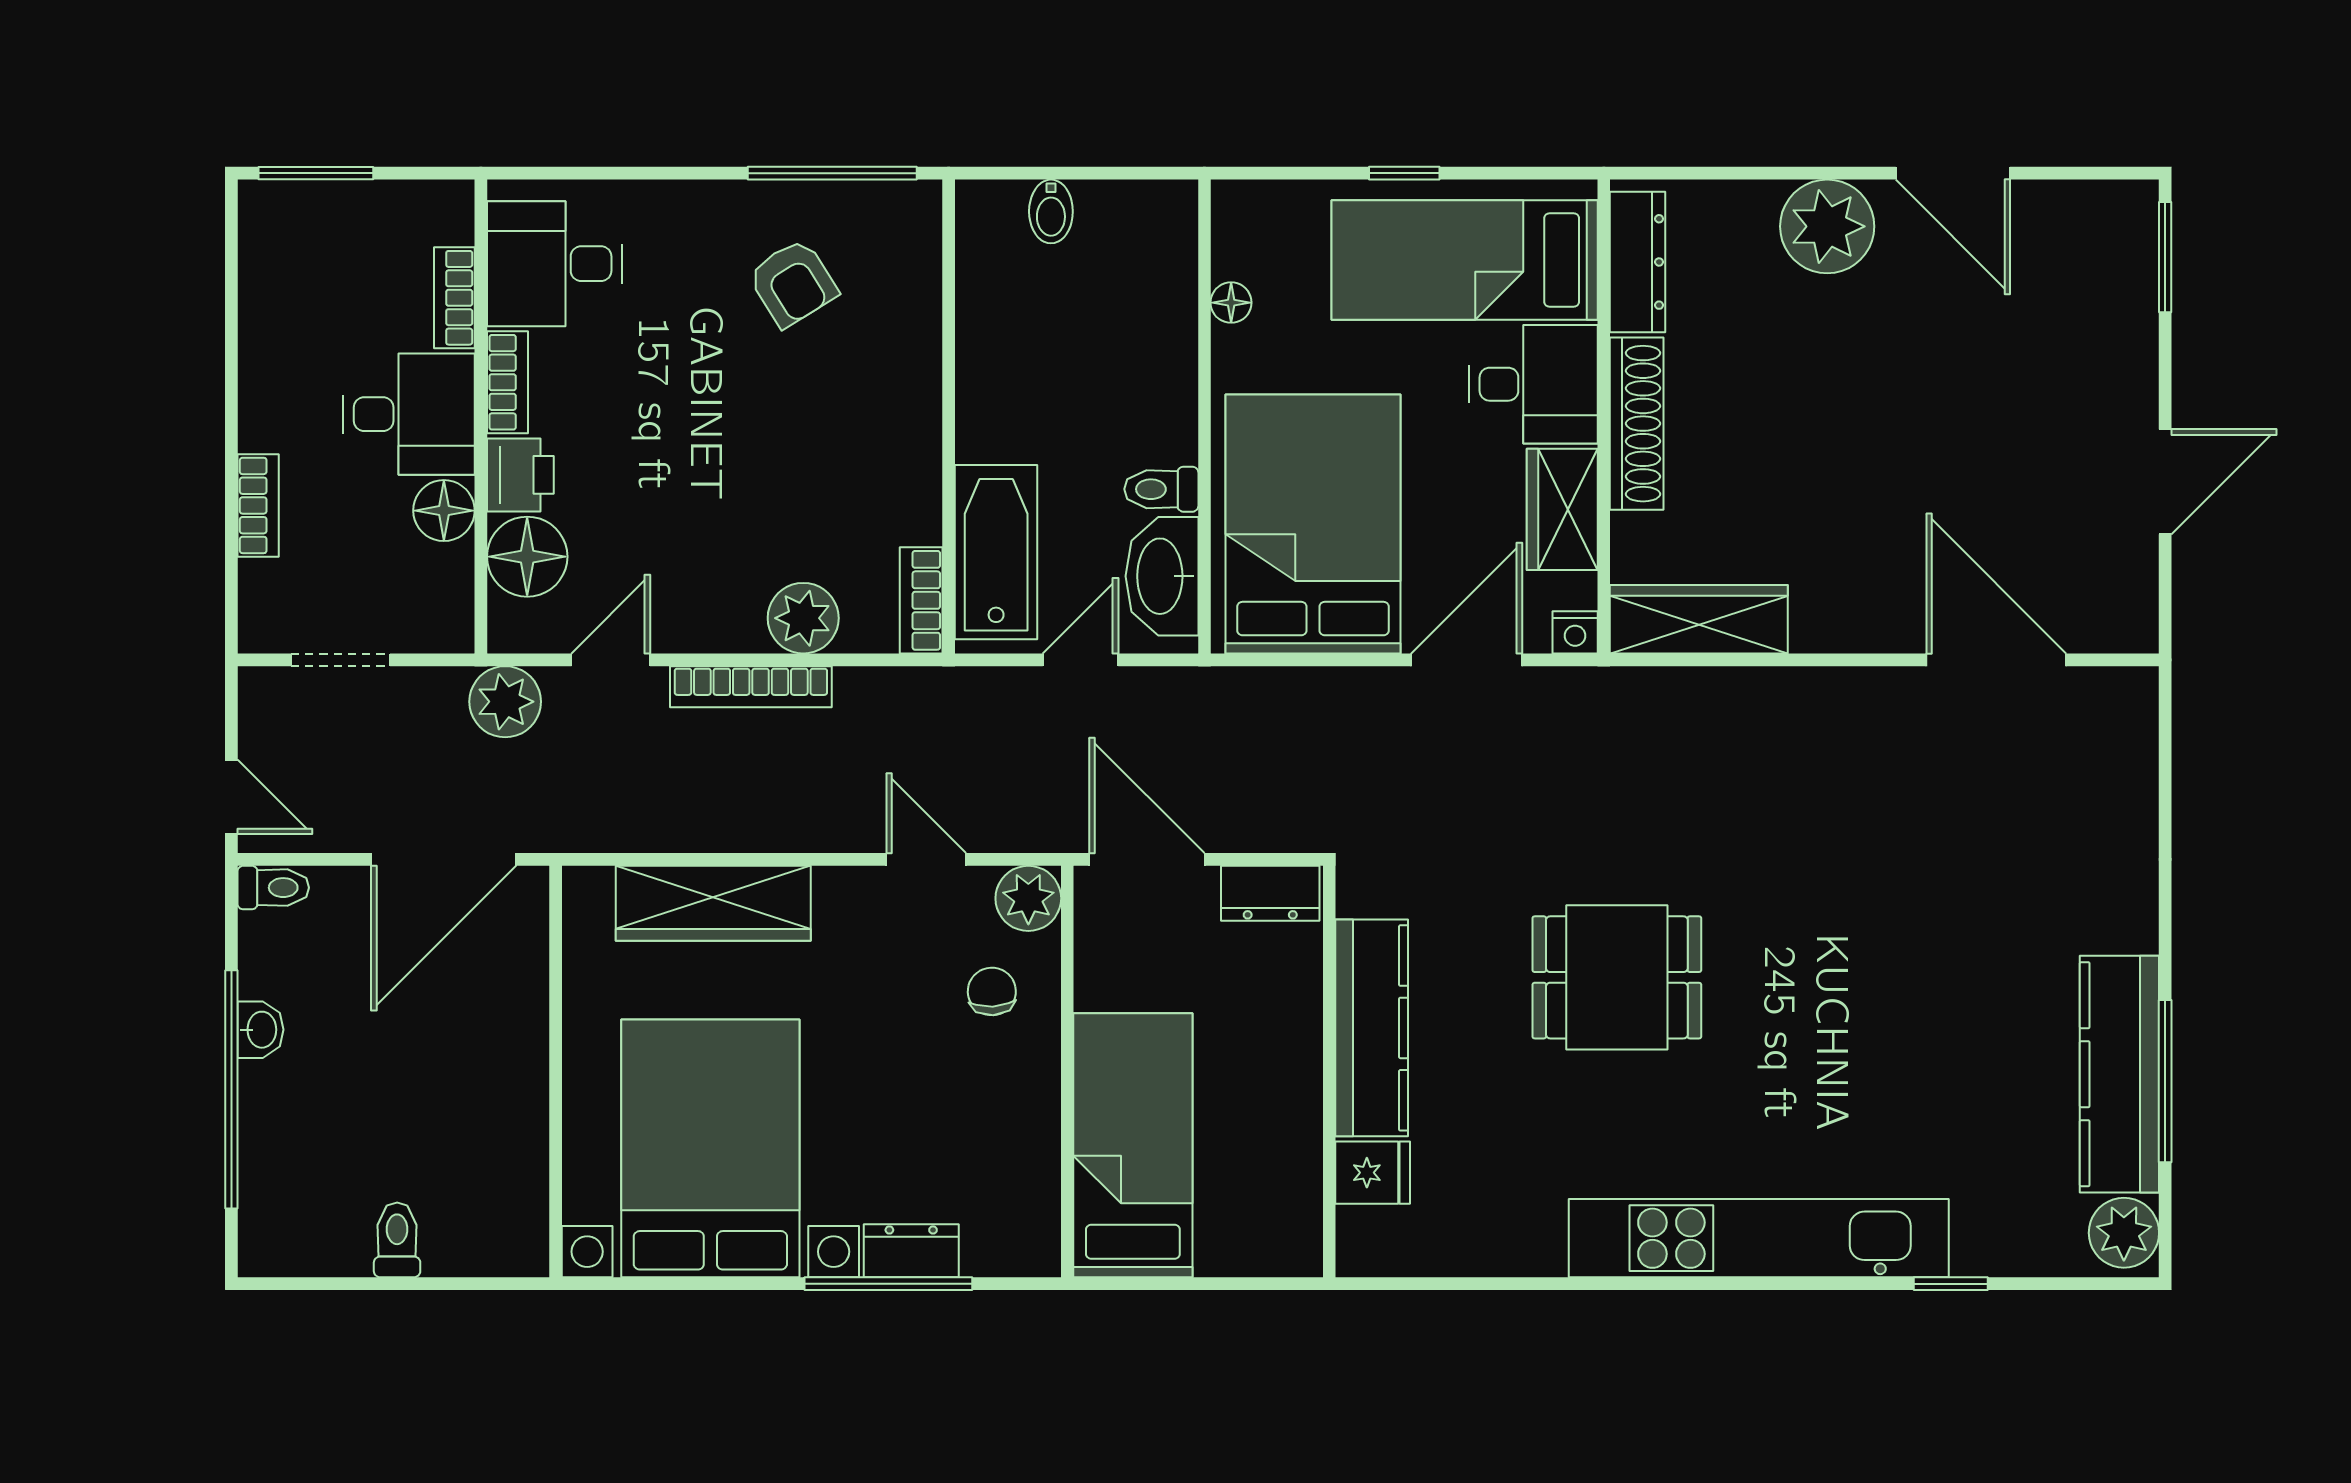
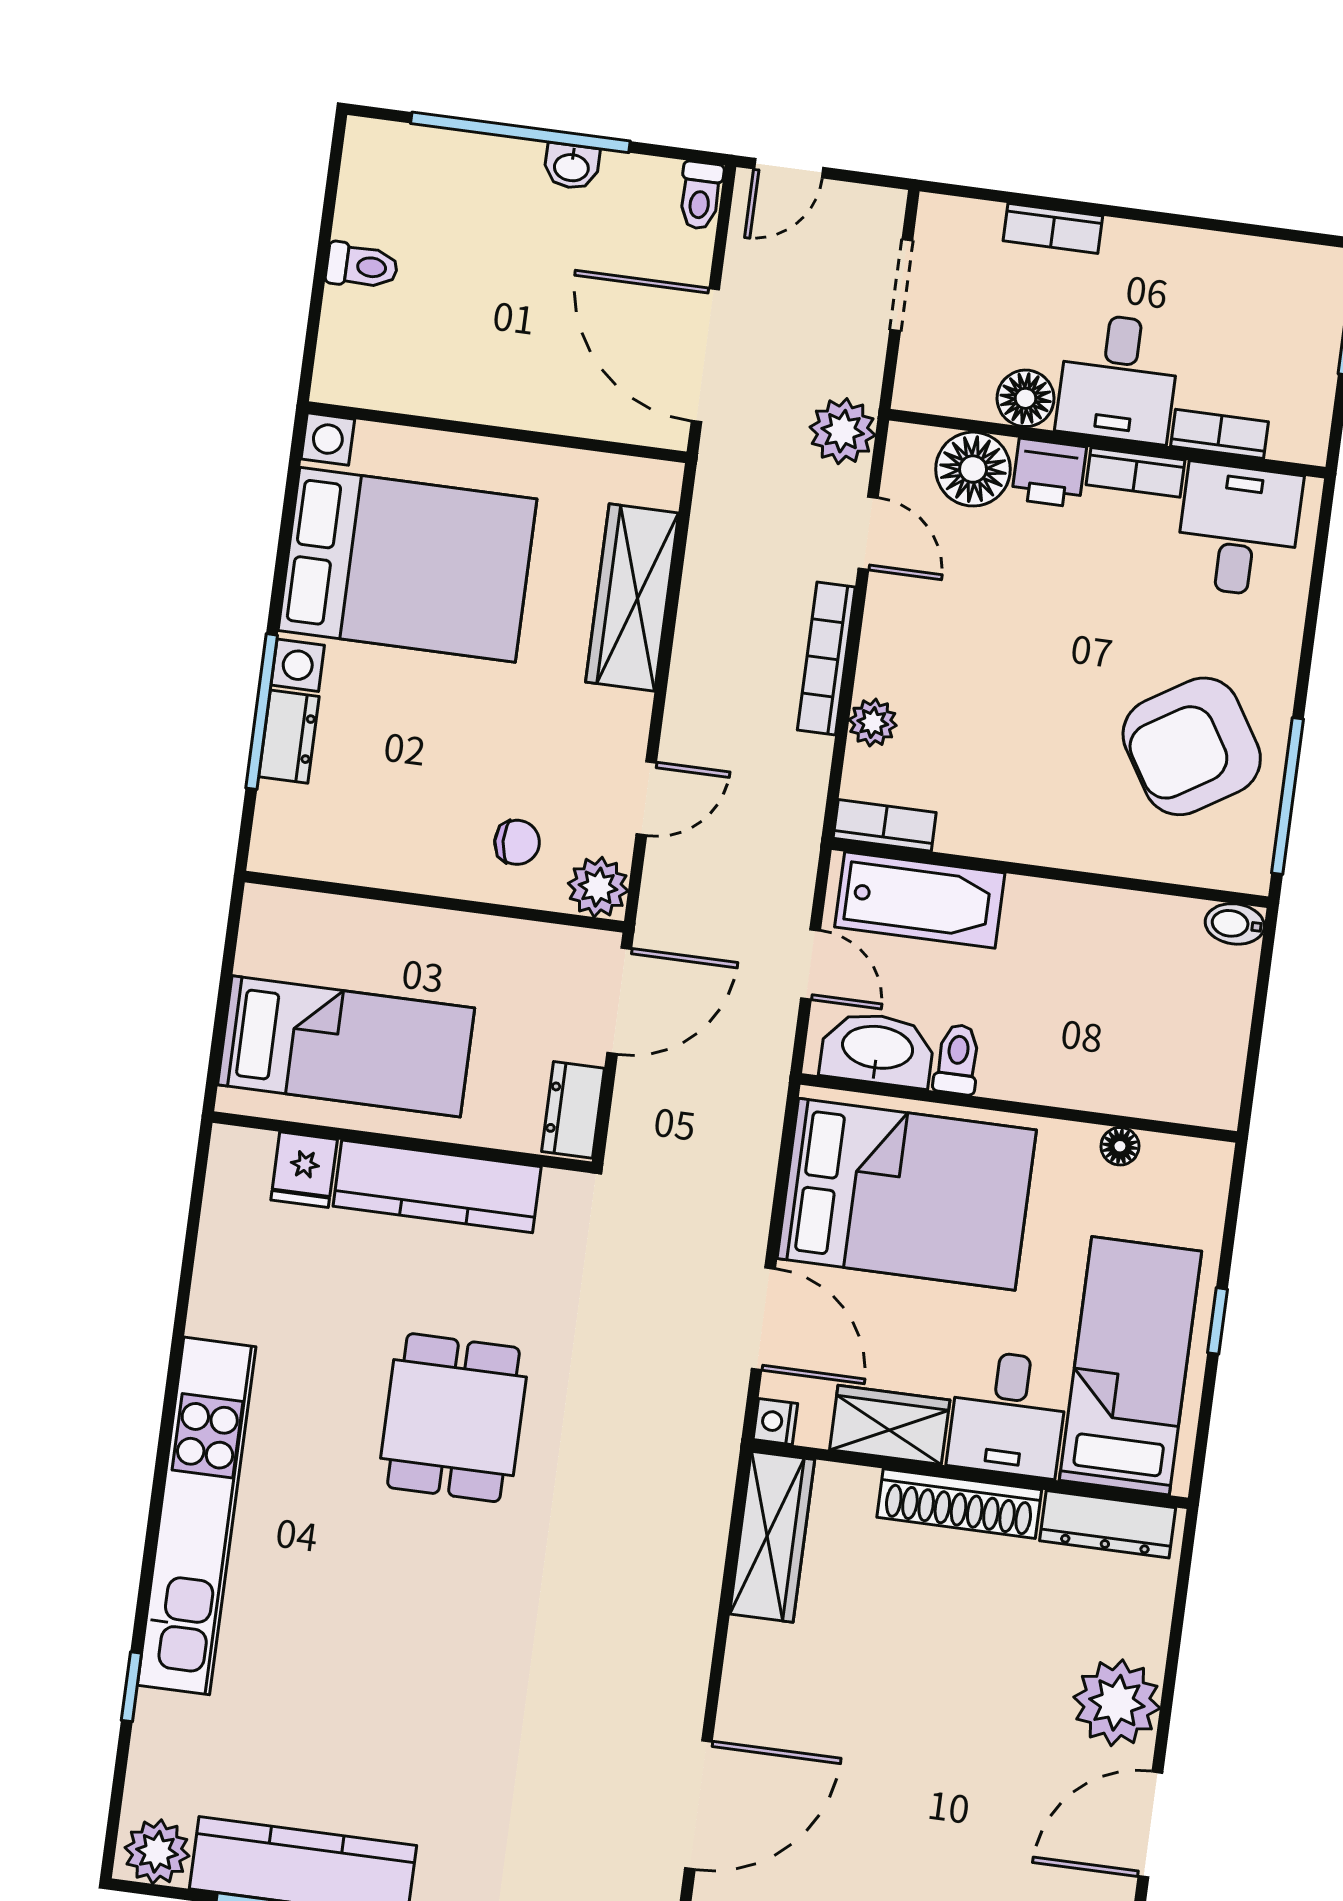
bidet: (1051, 211) -> (1235, 924), moved
armchair: (793, 283) -> (1192, 746), width x1.88, depth x1.88
plant: (803, 618) -> (873, 723), width x0.73, depth x0.73
bed: (1133, 1145) -> (346, 1046), moved

